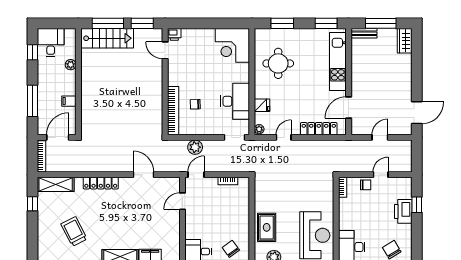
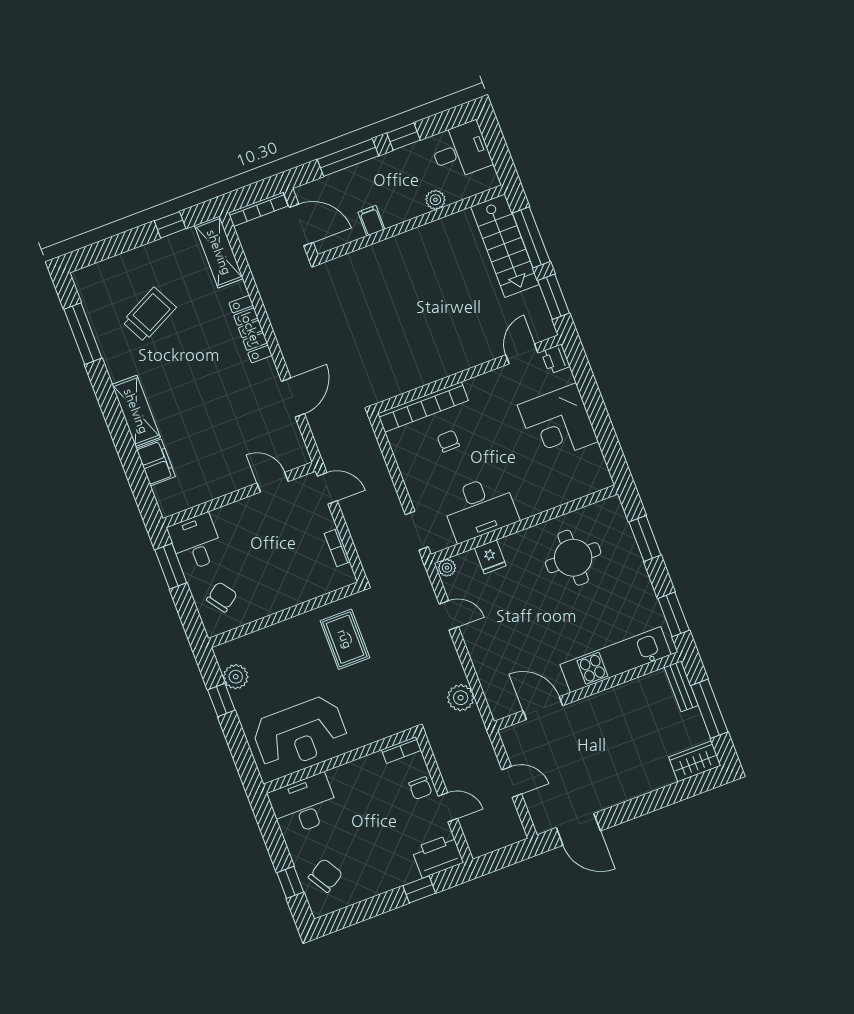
corner desk: (232, 45) -> (558, 423), moved, turned -90
window: (33, 52) -> (404, 137), moved
locker: (319, 129) -> (487, 670), removed
plant: (195, 147) -> (461, 698), moved
printer: (403, 211) -> (437, 856), moved
rug: (267, 227) -> (345, 639), moved, turned 90

